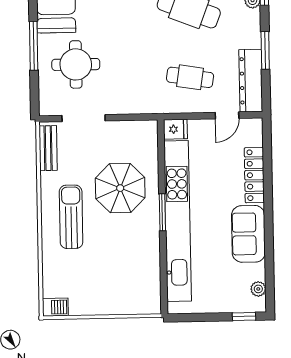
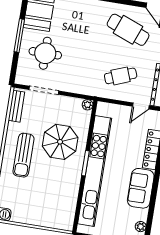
cafe table: (190, 77) -> (121, 76), turned -30
plant: (150, 128) -> (88, 105), added
fridge: (175, 129) -> (104, 109), removed
sun lounger: (71, 217) -> (23, 155), turned 180

